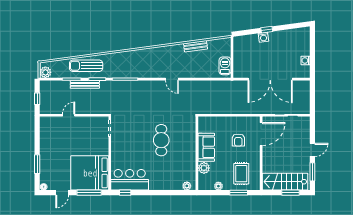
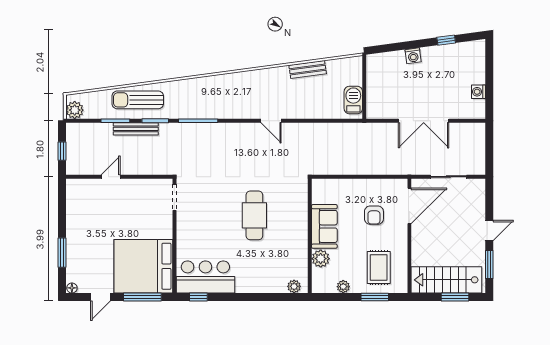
window: (267, 30) -> (446, 40), moved
double door: (270, 79) -> (424, 121), width x0.73

